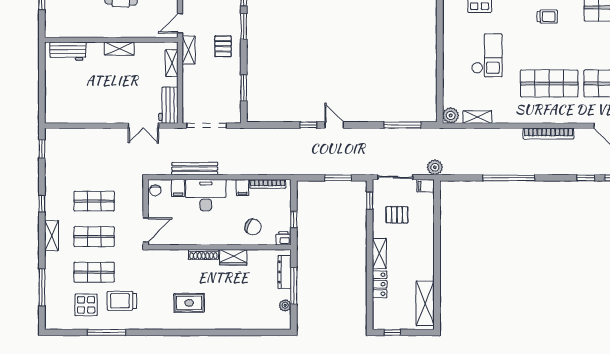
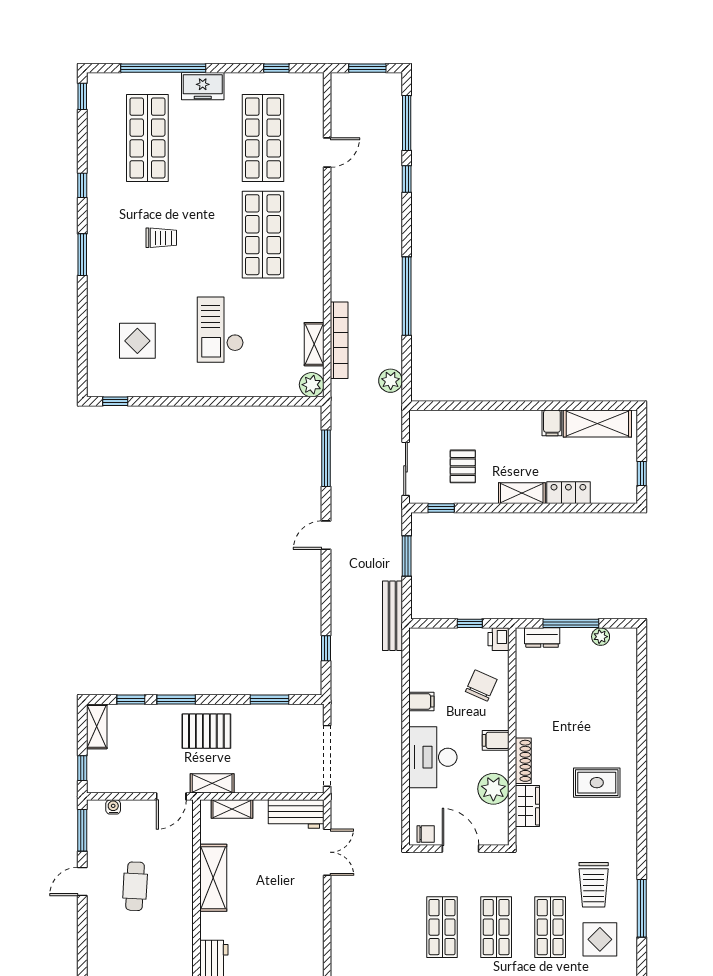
trolley: (547, 17) -> (161, 238), turned 90
door: (180, 23) -> (171, 796), hinge flipped
pallet: (223, 46) -> (206, 731), width x1.50, depth x1.42
shelving: (119, 49) -> (213, 878), width x1.50, depth x1.33
checkout: (487, 55) -> (220, 330), turned -90
window: (308, 125) -> (326, 648), moved
door: (334, 125) -> (326, 535), moved
bookcase: (548, 133) -> (339, 340), moved
plant: (435, 167) -> (391, 381), moved
bench: (195, 169) -> (392, 616), moved
bookcase: (268, 184) -> (416, 663), removed
filing cabinet: (425, 186) -> (552, 423), moved
filing cabinet: (178, 188) -> (496, 740), moved, turned 180
door: (146, 230) -> (461, 849), moved
plant: (185, 235) -> (493, 789), added
wardrobe: (233, 257) -> (527, 806), moved
dresser: (284, 272) -> (542, 638), width x0.70
rug: (189, 303) -> (597, 783), turned 90

